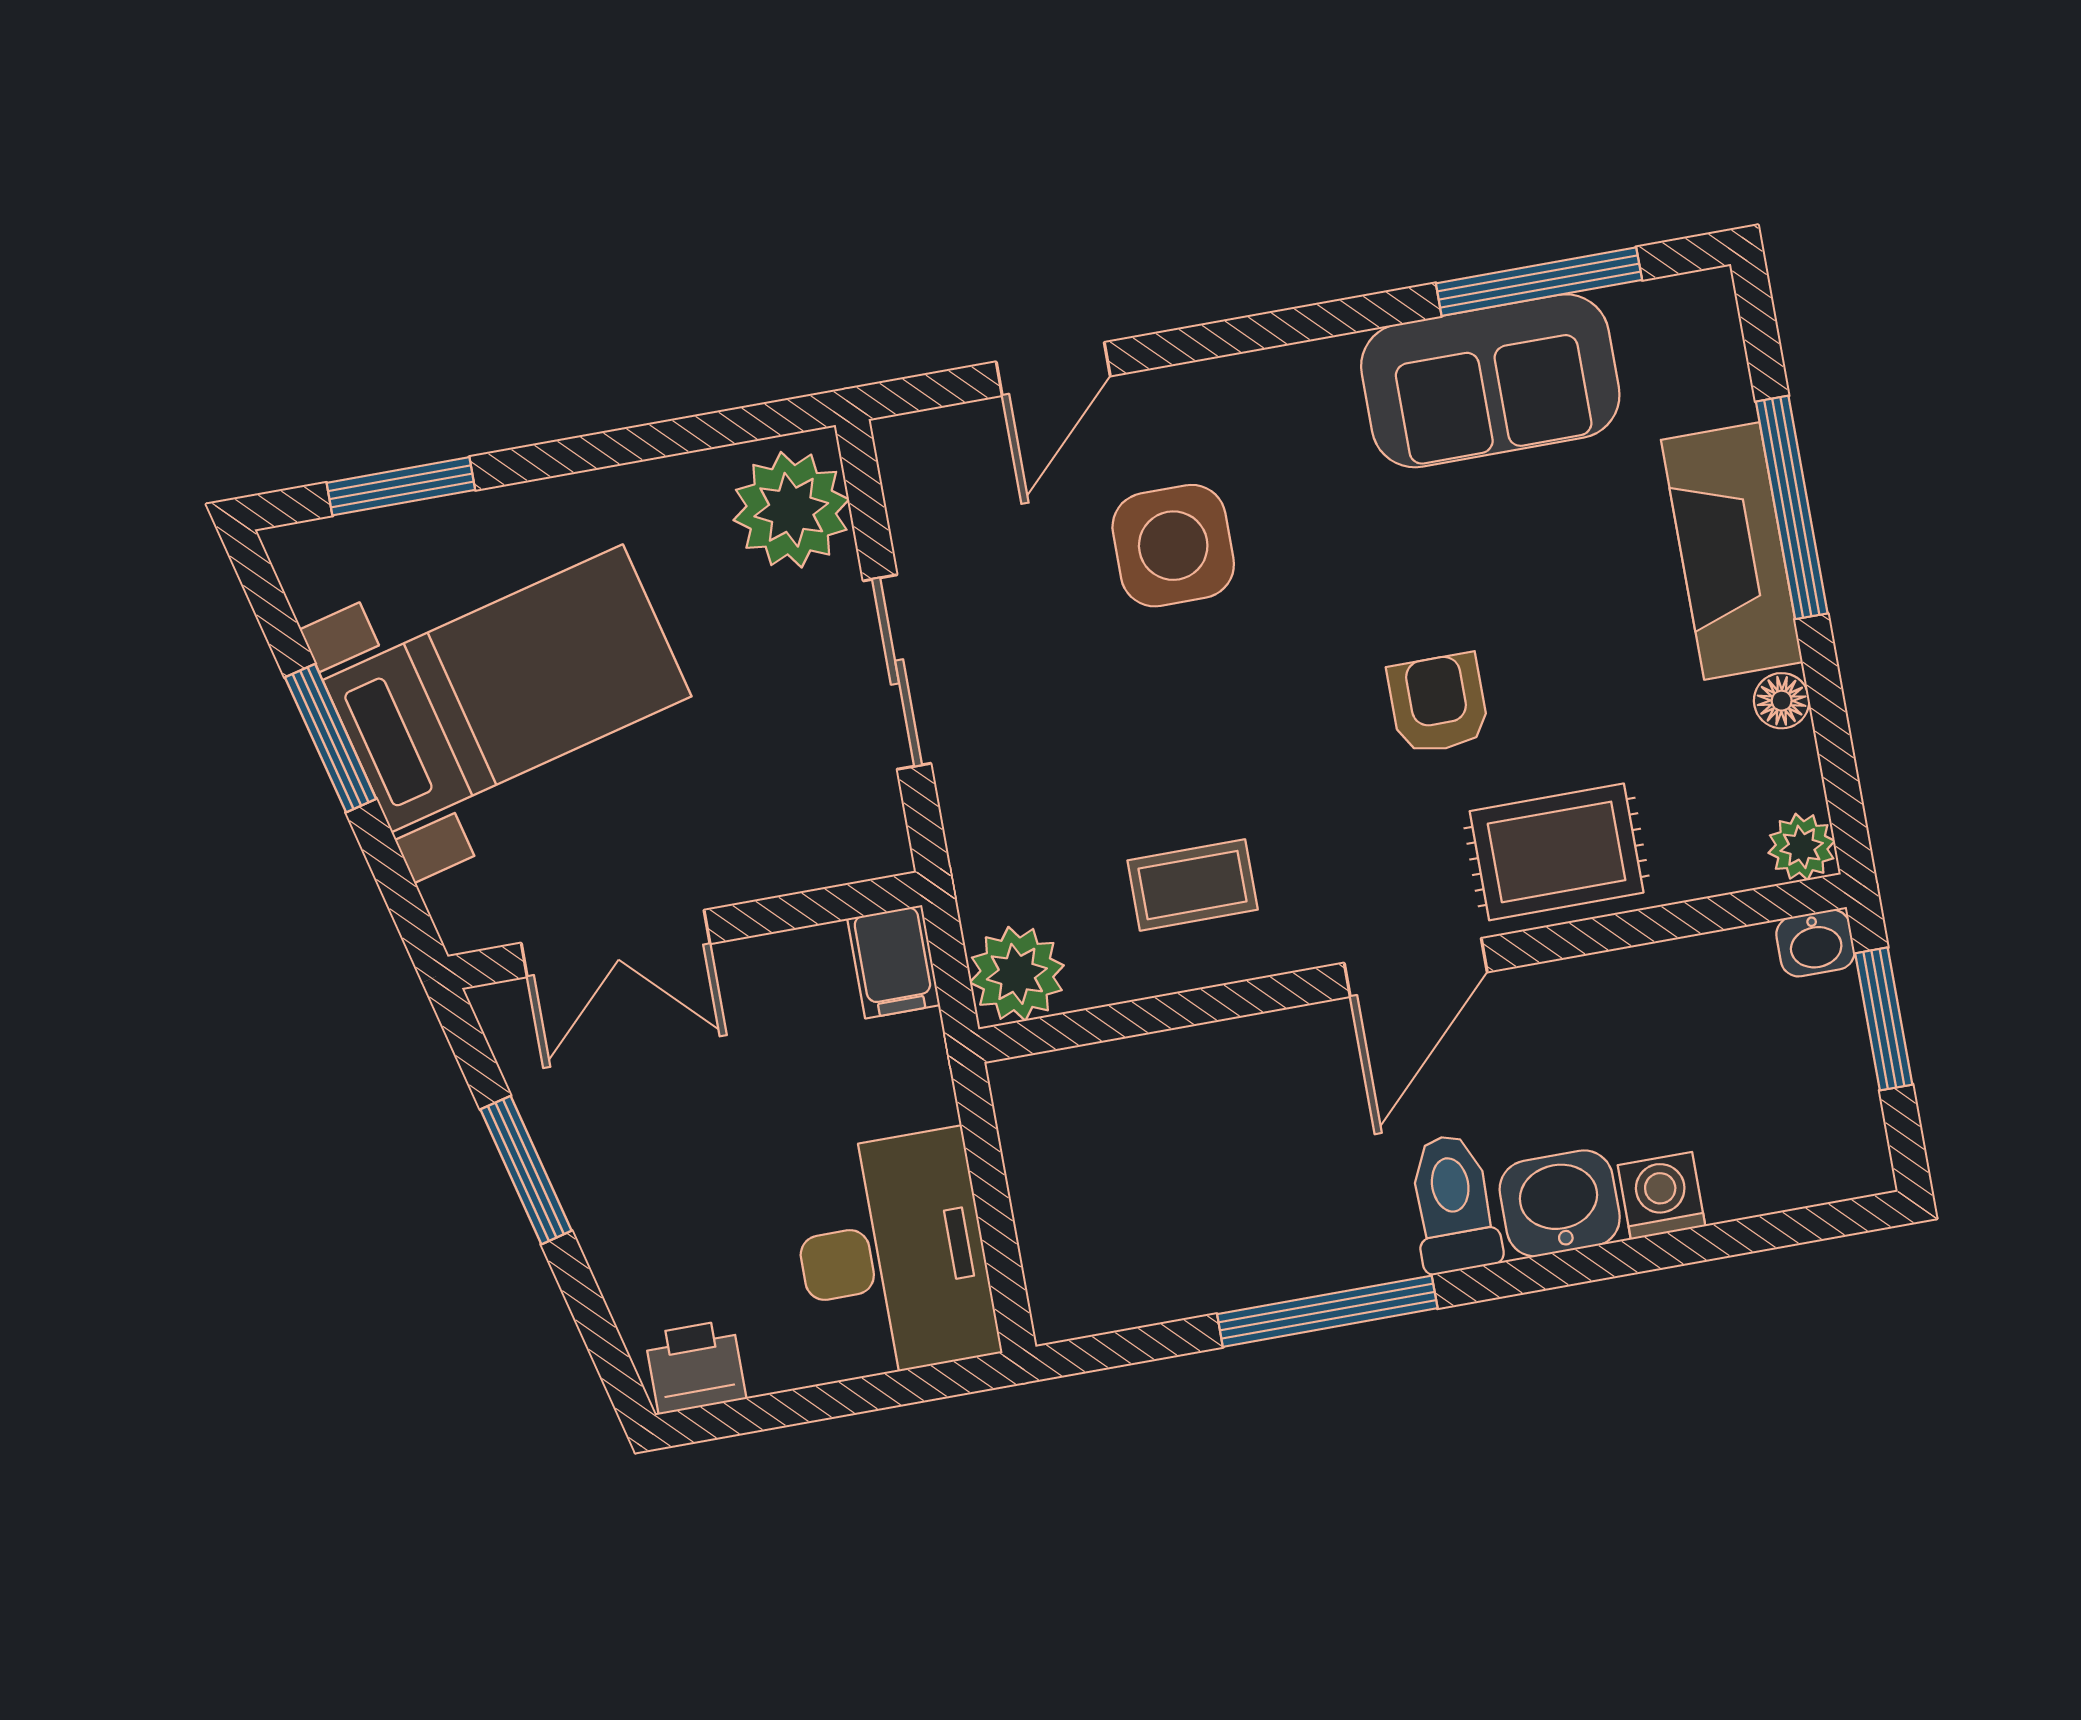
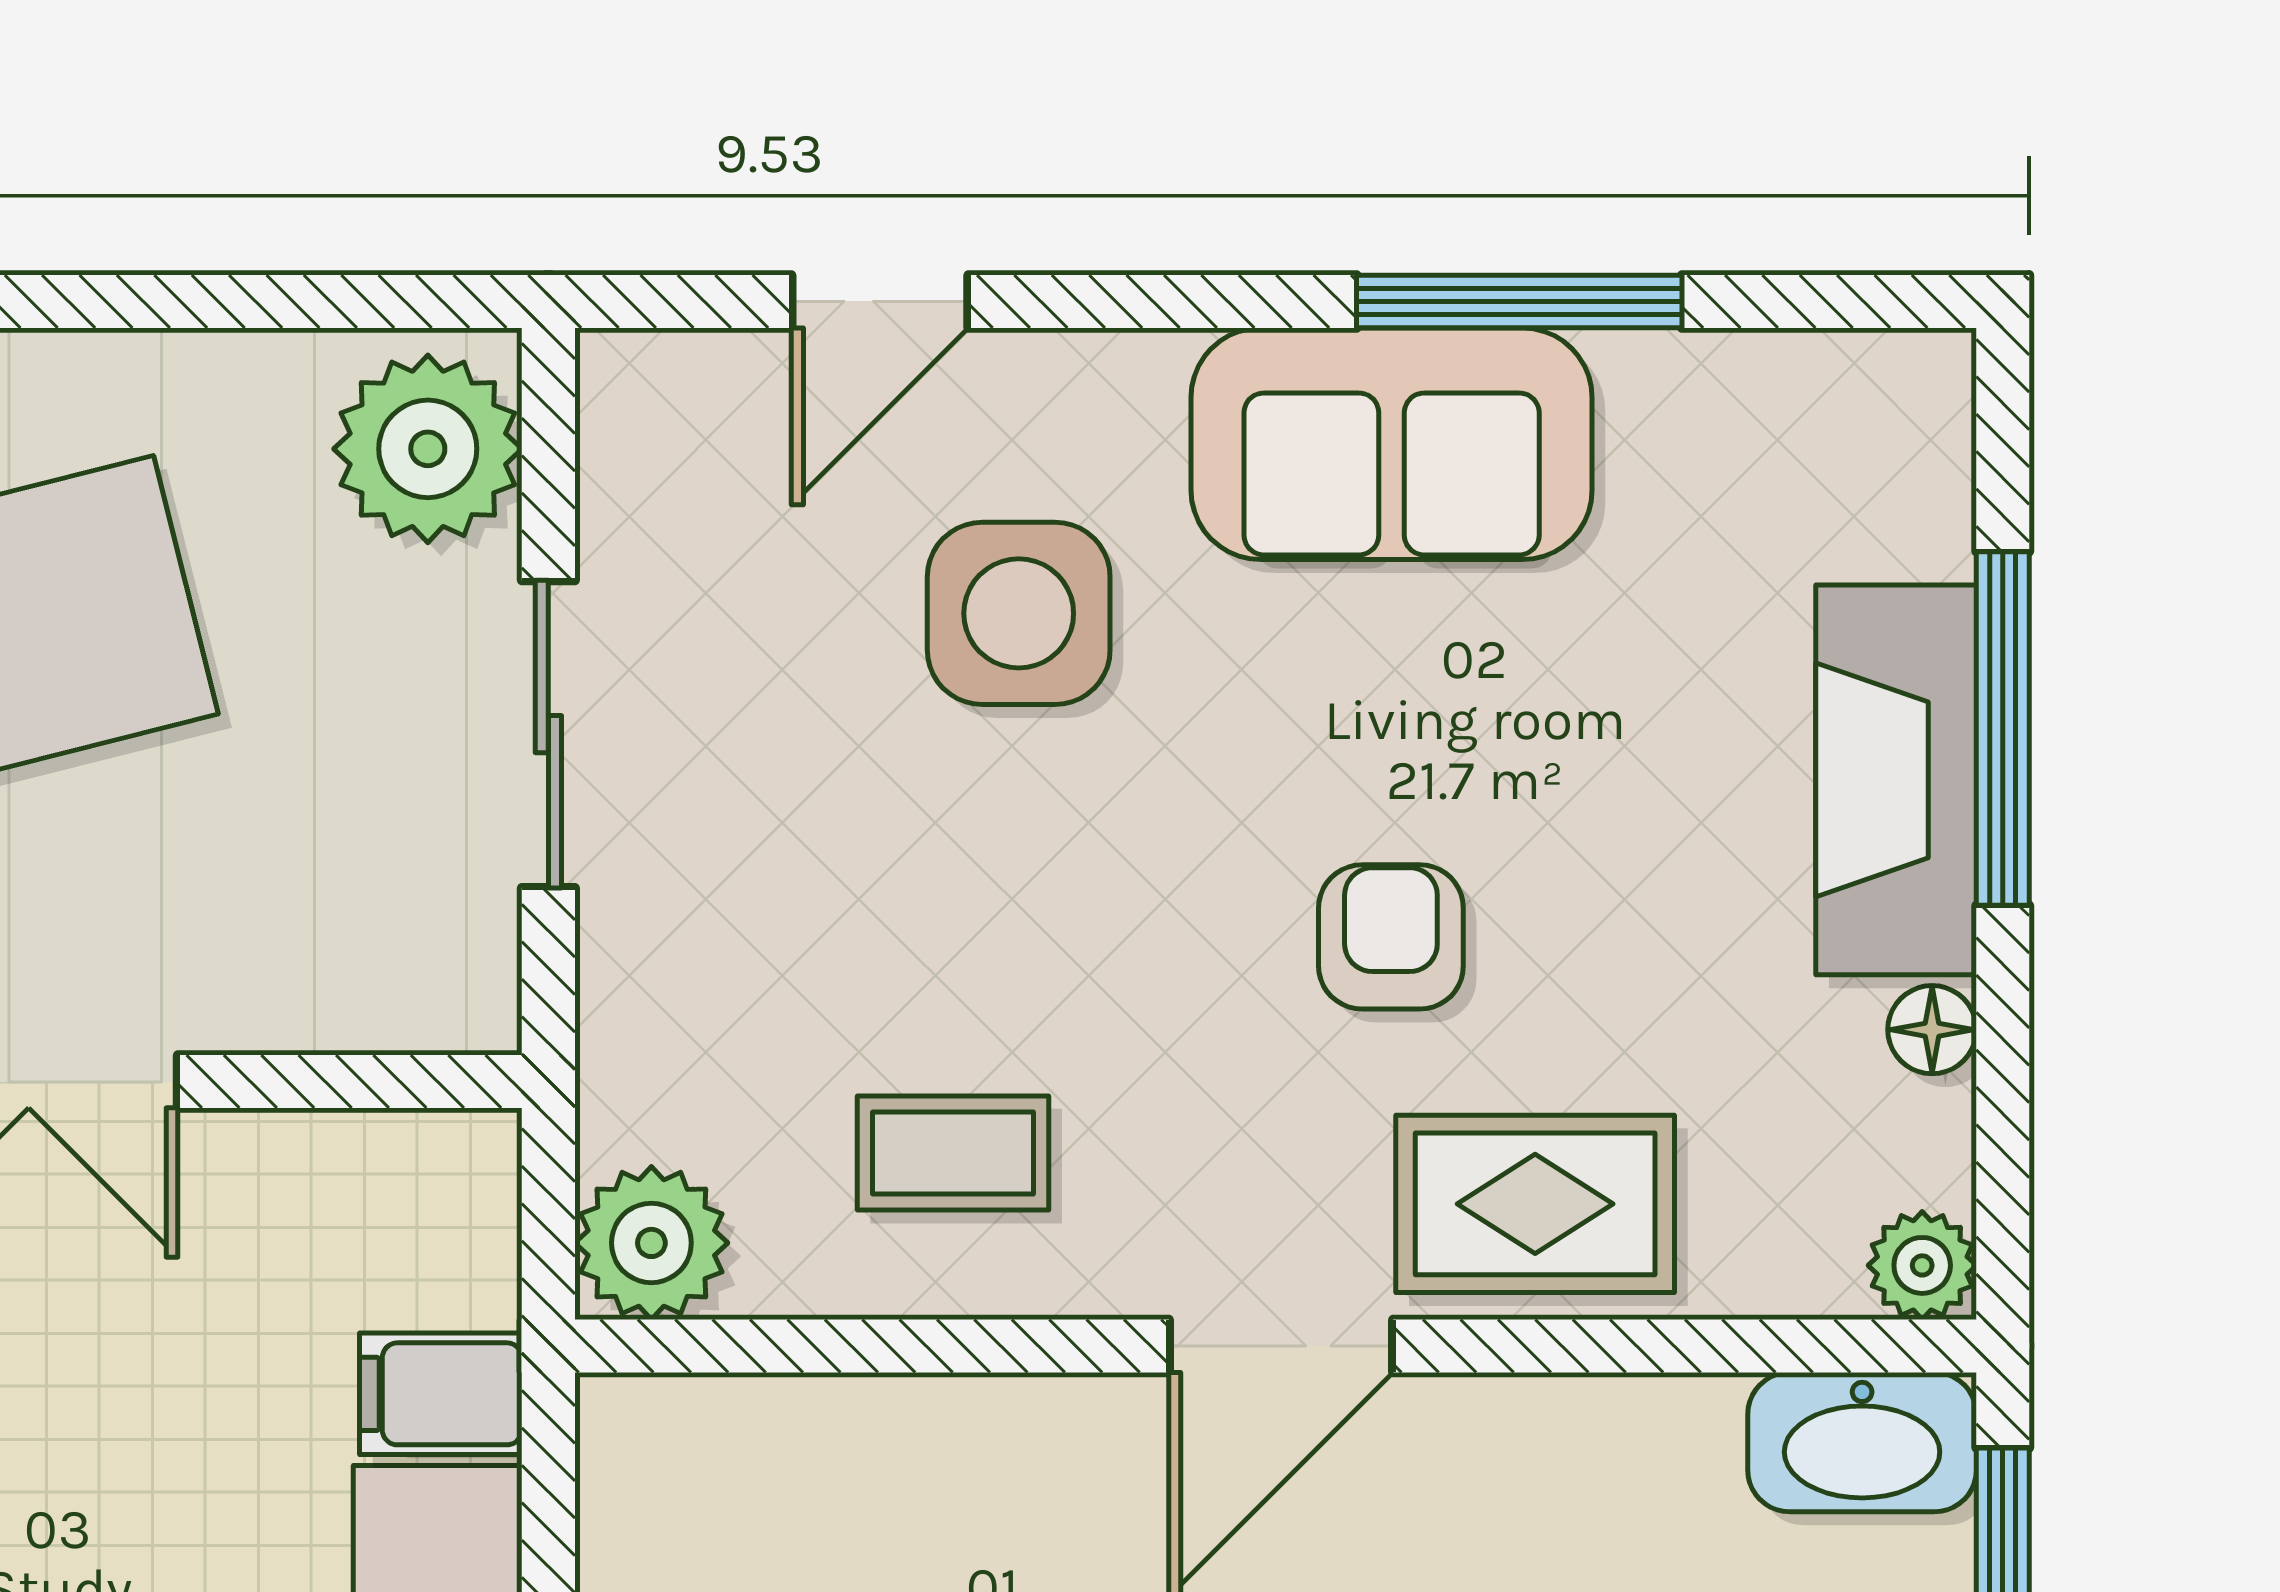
window: (1539, 282) -> (1519, 301), moved
sofa: (1490, 381) -> (1392, 444), moved
washbasin: (1815, 943) -> (1862, 1442), width x1.91, depth x1.45
filing cabinet: (894, 962) -> (441, 1394), moved, turned 90

